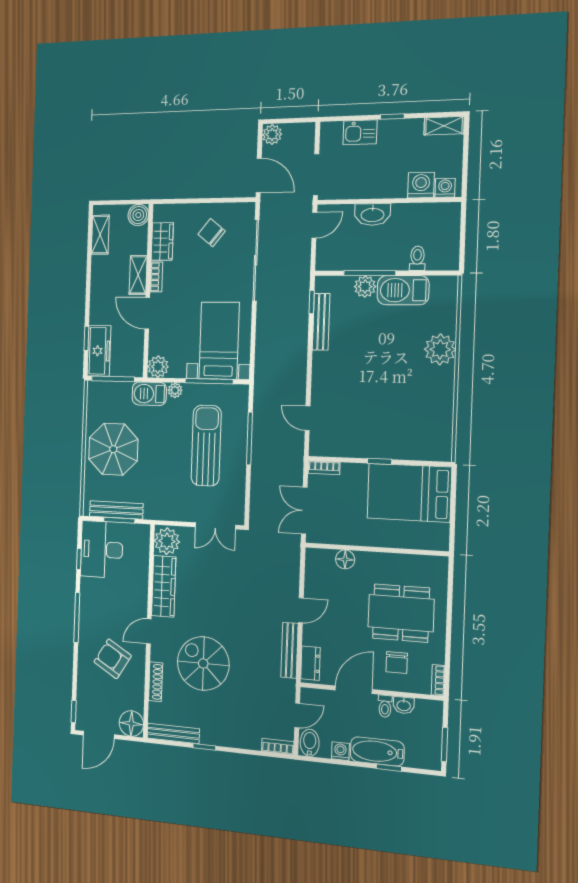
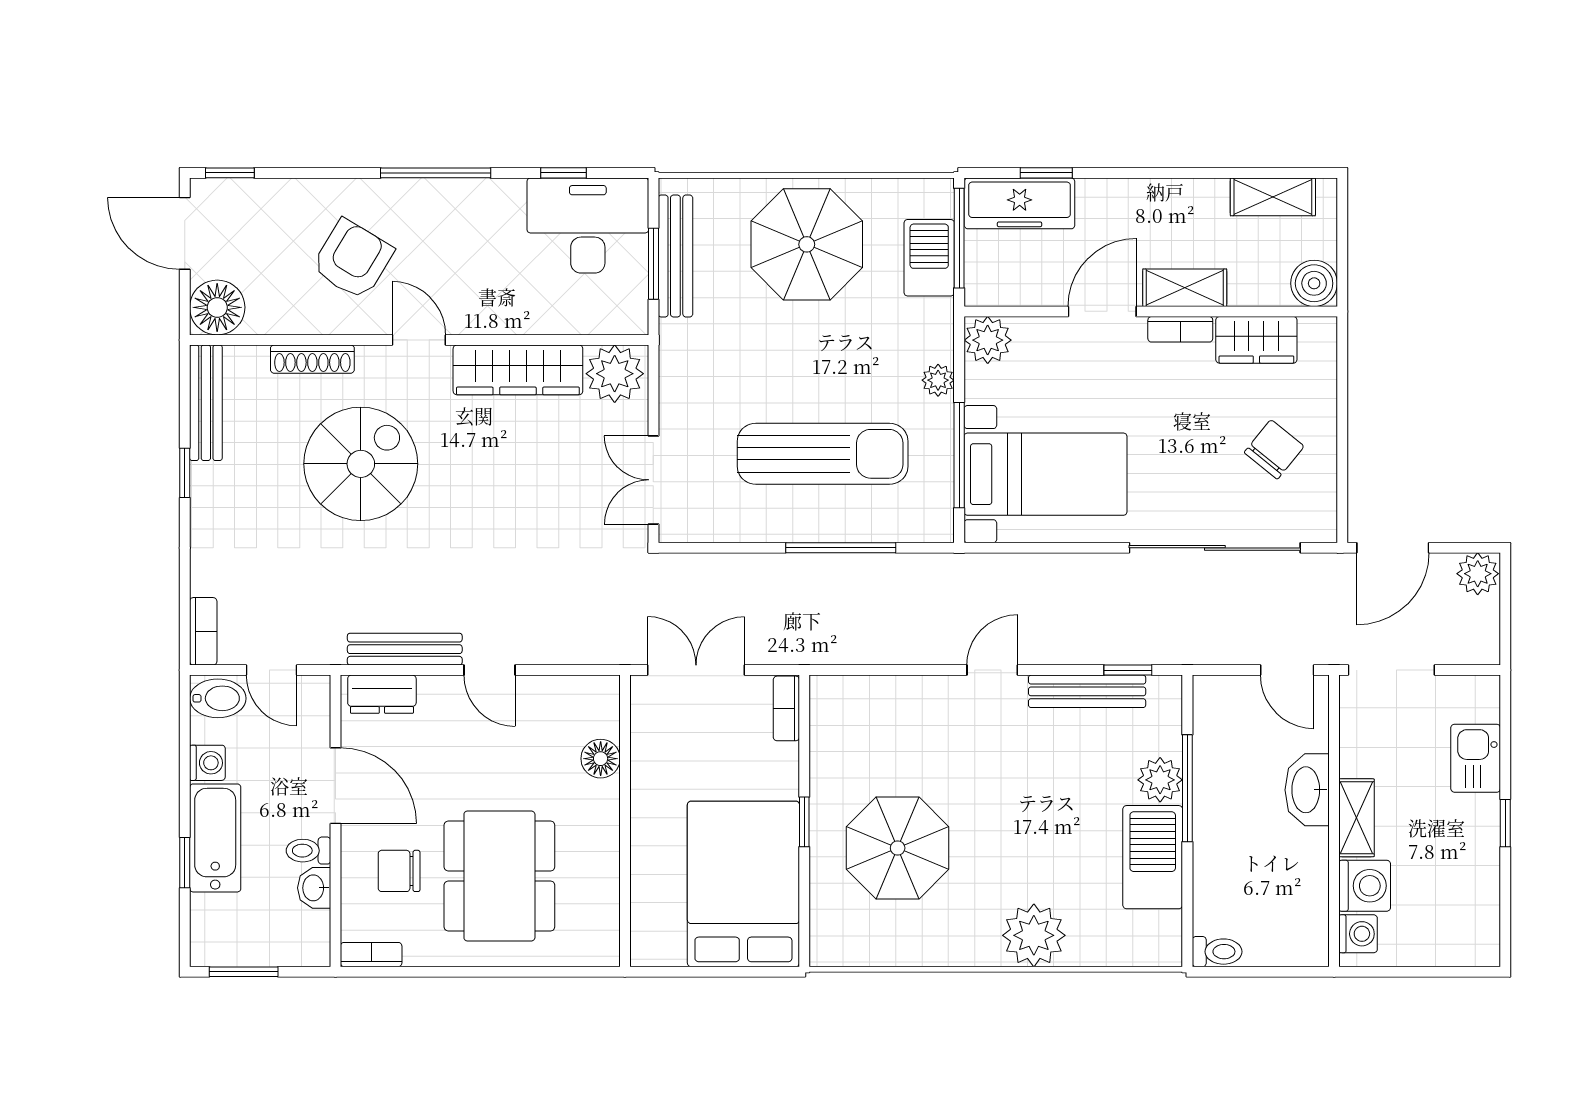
shelving: (444, 126) -> (1357, 818), moved
toilet: (417, 258) -> (1217, 952), moved
barbecue: (149, 394) -> (929, 258), moved
parasol: (394, 416) -> (898, 848), added
door: (308, 418) -> (992, 670), moved

